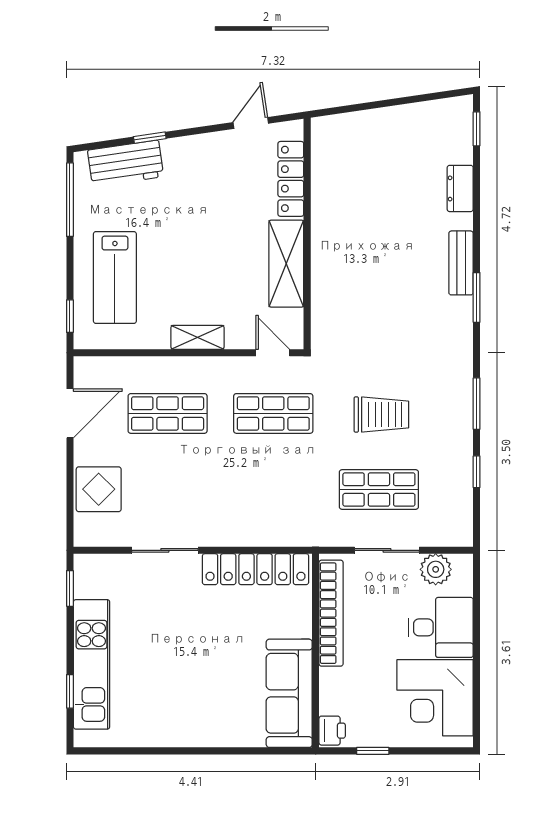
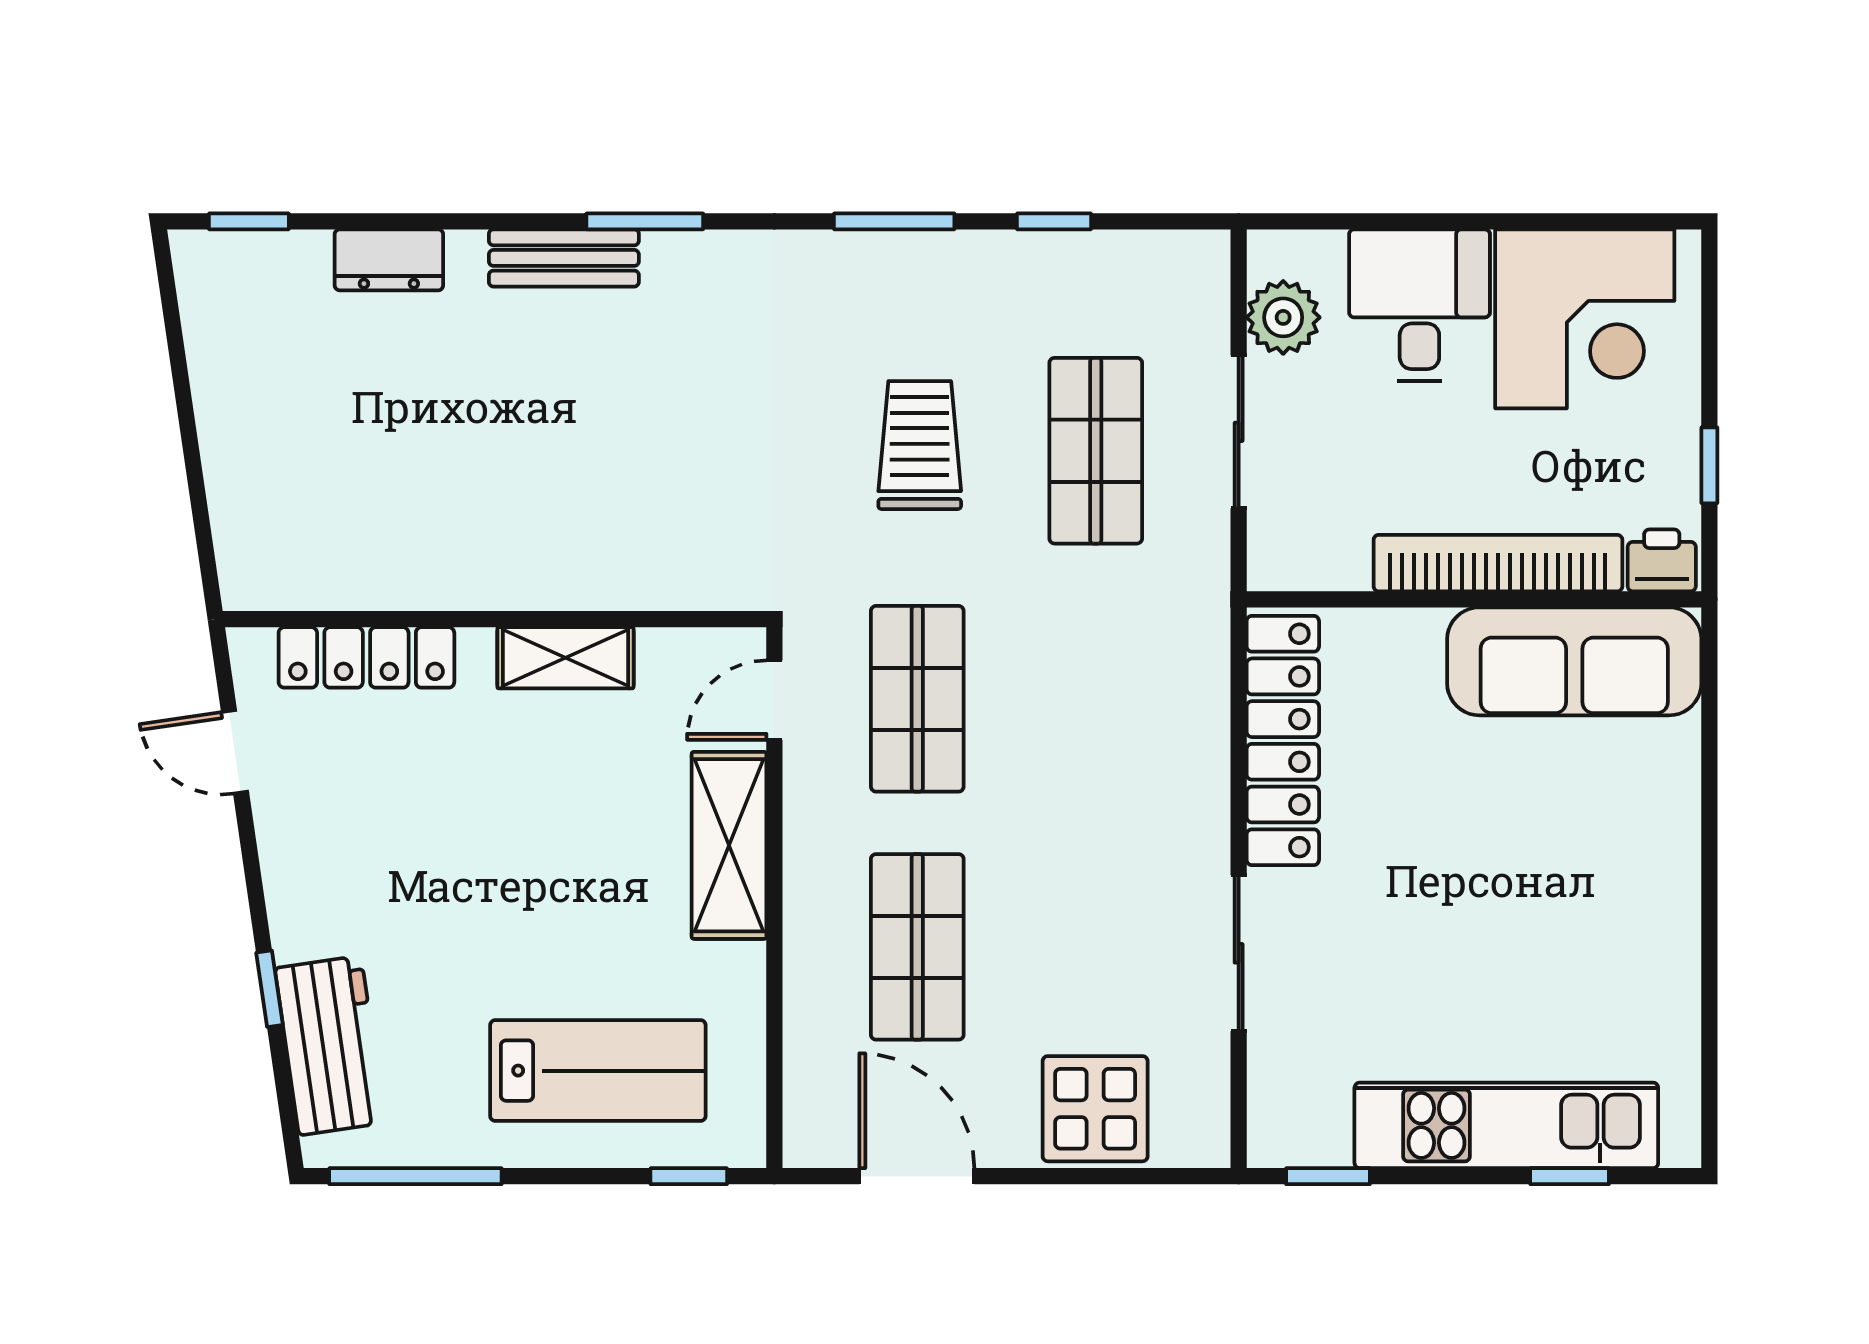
shelving: (286, 264) -> (565, 658), width x0.67, depth x0.75
shelving: (198, 337) -> (729, 845), width x1.50, depth x1.33
bookcase: (331, 613) -> (1498, 563), moved

